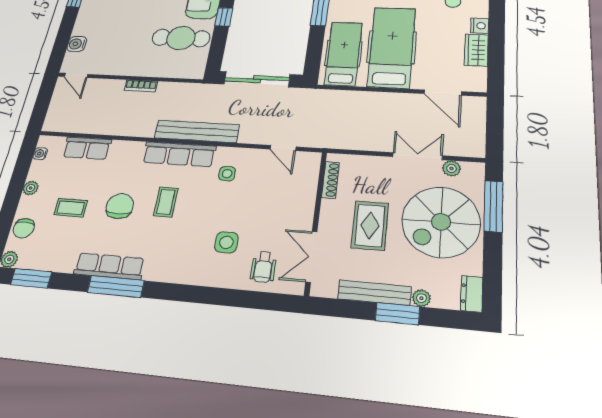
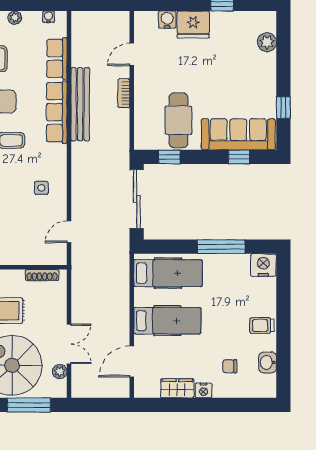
window: (224, 17) -> (169, 157), moved
fridge: (88, 22) -> (193, 24), added
hospital bed: (392, 47) -> (167, 321), width x0.73, depth x0.78
door: (76, 75) -> (132, 54), moved
bench: (197, 131) -> (80, 104), moved
row of seats: (179, 154) -> (57, 112), moved

